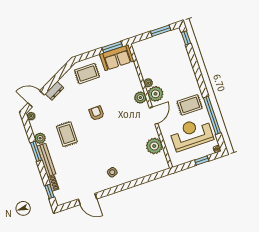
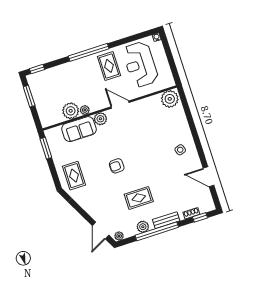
sofa: (117, 58) -> (79, 129), moved, turned 90
dresser: (54, 91) -> (92, 211), removed
plant: (156, 94) -> (71, 111), moved
window: (212, 115) -> (89, 52), moved
plant: (154, 146) -> (170, 99), moved
window: (36, 151) -> (157, 231), width x2.11
bench: (46, 160) -> (166, 220), width x0.73
window: (202, 161) -> (169, 54), removed
door: (87, 199) -> (208, 177), swing flipped

